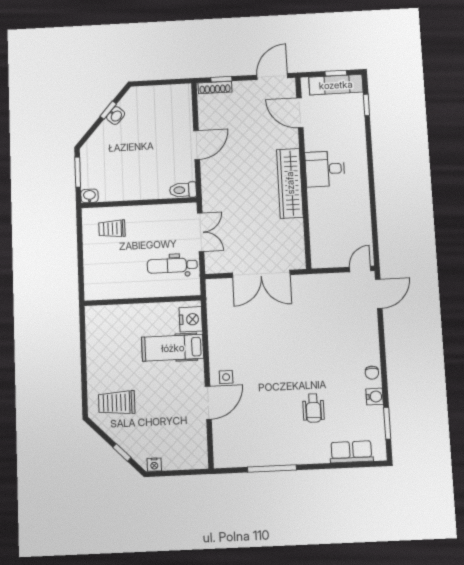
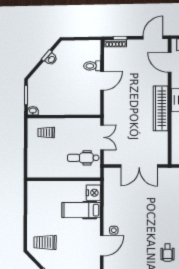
toilet: (183, 190) -> (92, 66), moved

